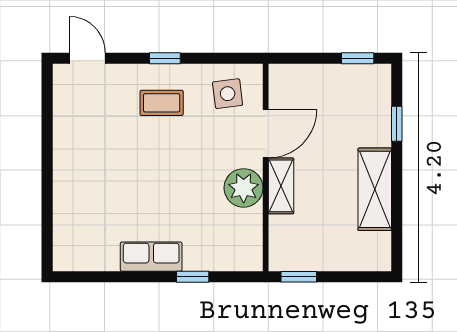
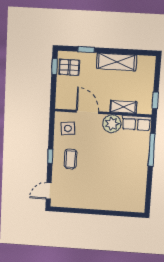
pallet: (358, 90) -> (69, 67), added
shelving: (281, 186) -> (123, 107), moved
row of seats: (151, 257) -> (136, 123), moved, turned -90
window: (193, 277) -> (152, 150), width x2.17

